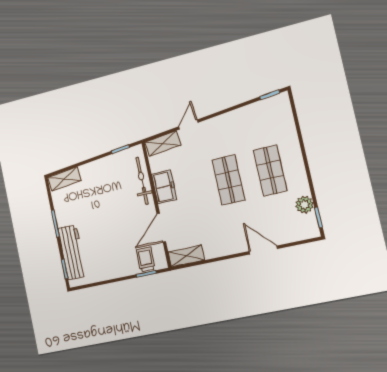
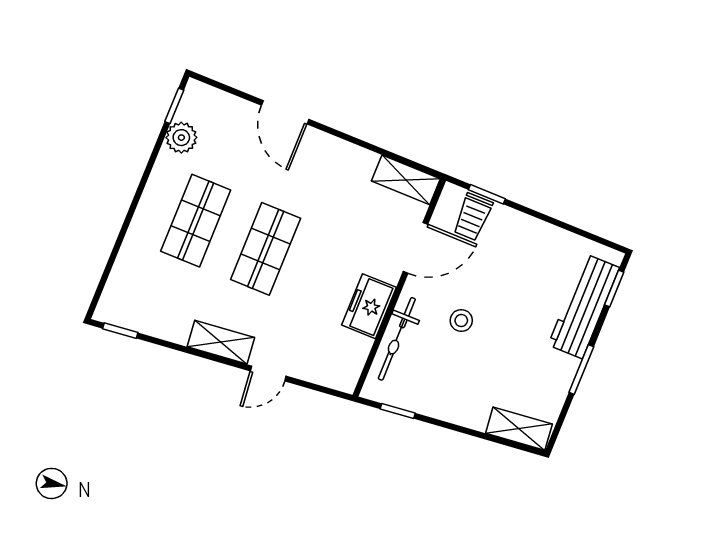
shelving: (163, 144) -> (221, 342), moved
stool: (120, 209) -> (461, 321), added

